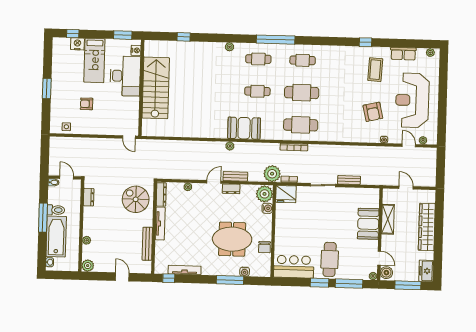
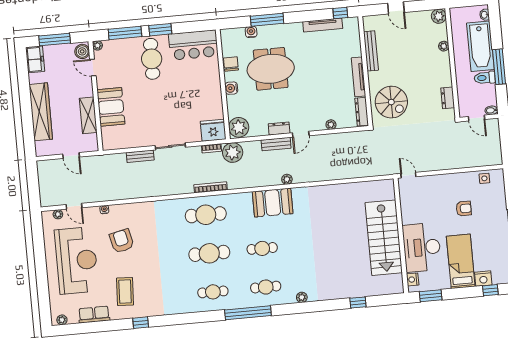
water cooler: (267, 208) -> (231, 88), moved

